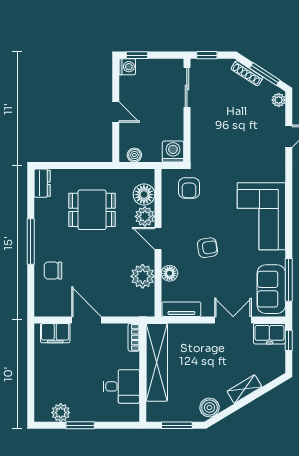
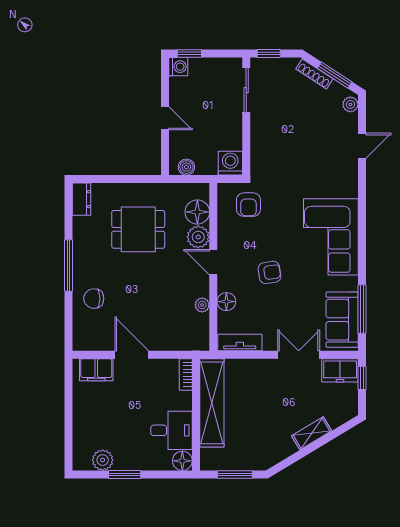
plant: (143, 276) -> (202, 305), width x0.53, depth x0.53
boiler: (209, 407) -> (272, 454), removed
floor lamp: (131, 413) -> (182, 461), added

